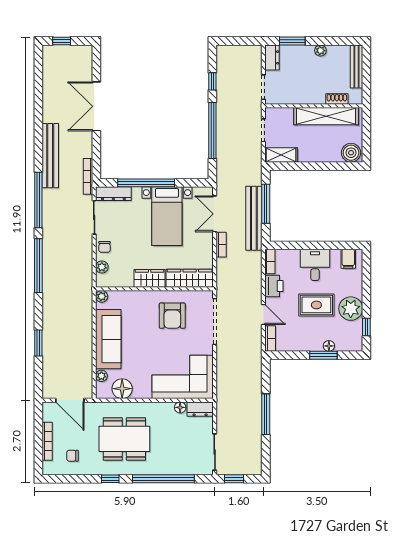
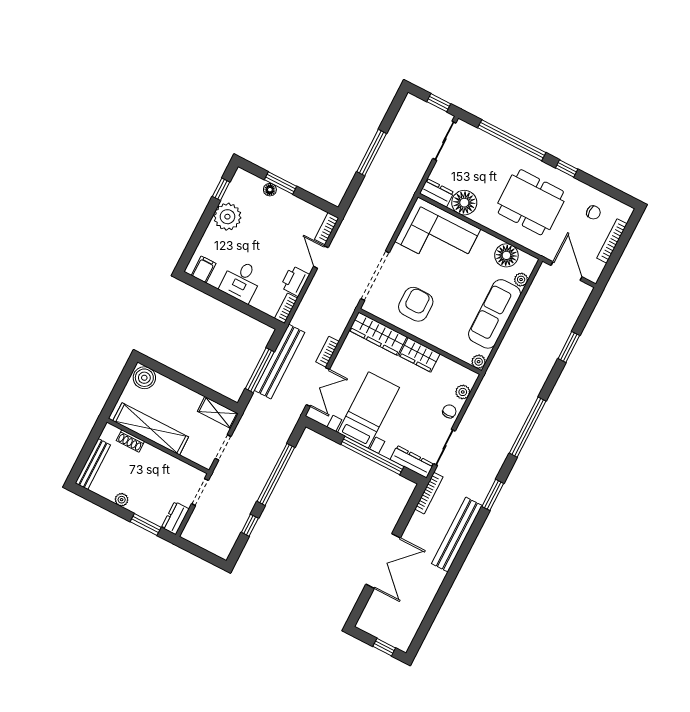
window: (38, 200) -> (493, 495), width x0.47
rug: (316, 305) -> (261, 239), removed
floor lamp: (180, 407) -> (464, 203), width x1.89, depth x1.89

